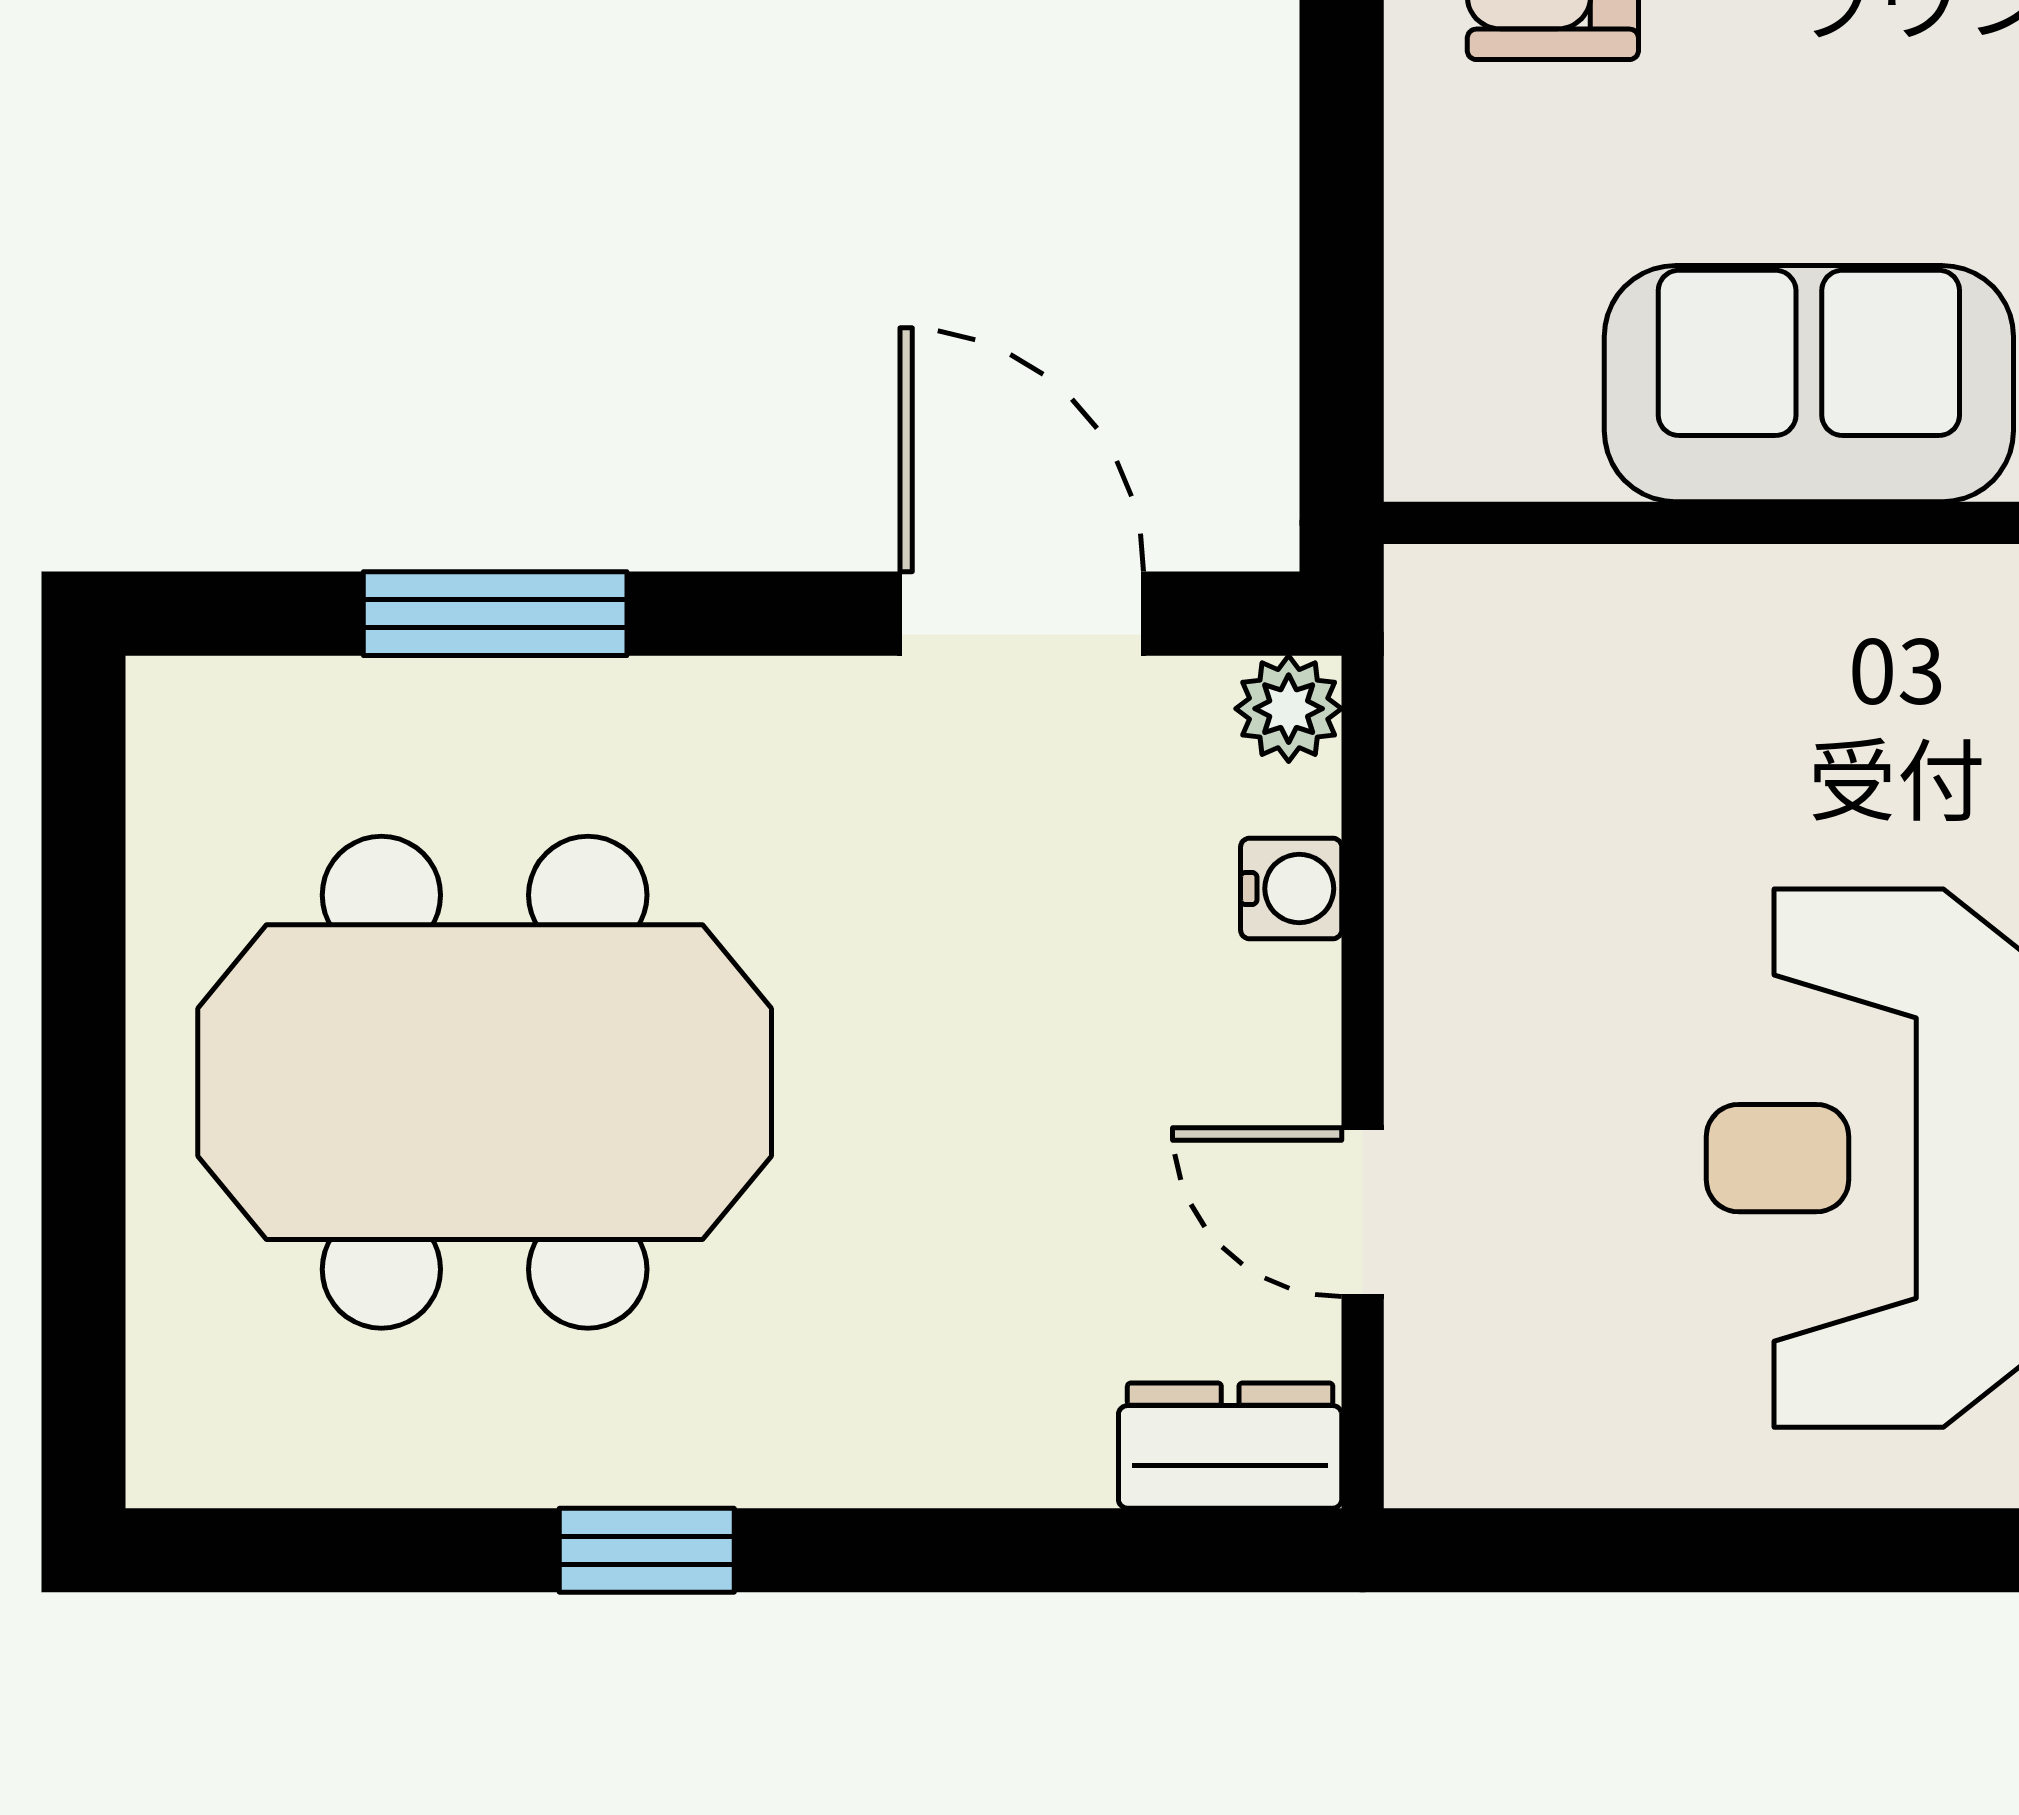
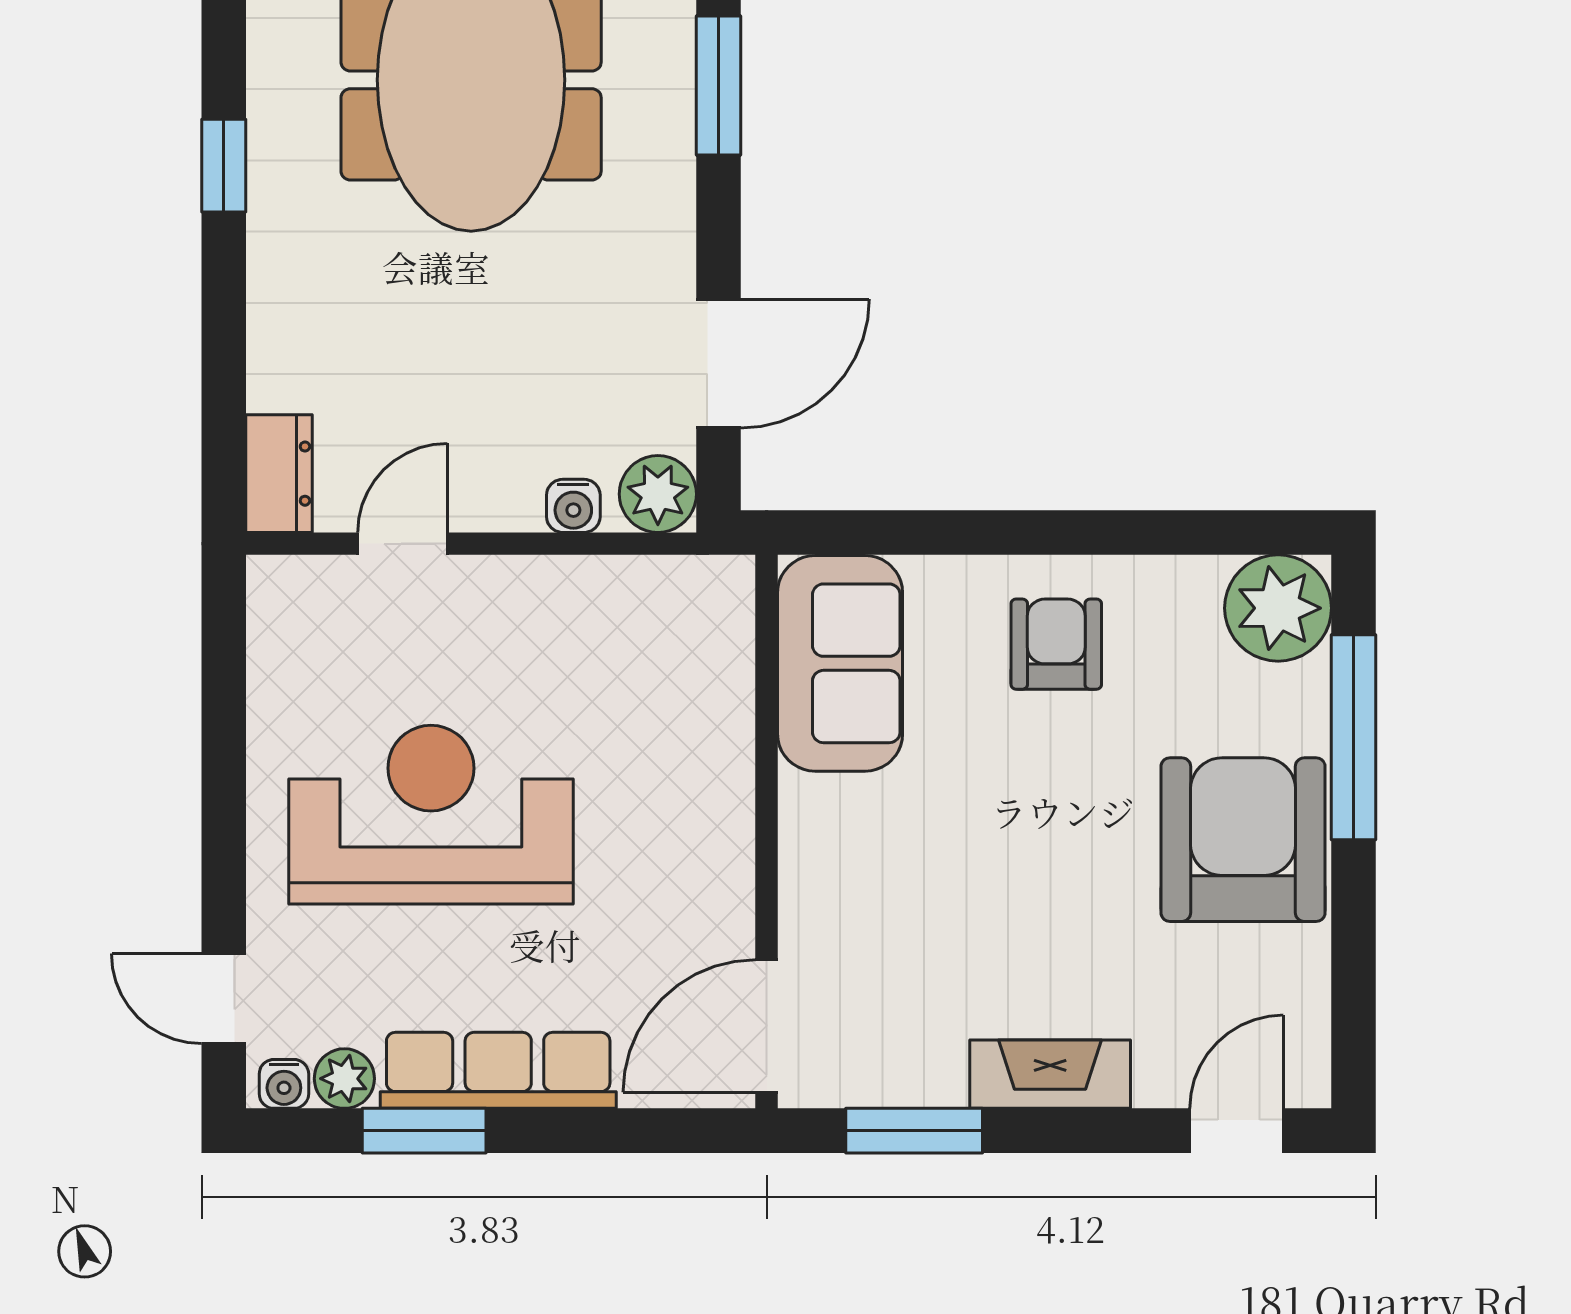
sofa: (1809, 384) -> (840, 663), moved
plant: (1289, 709) -> (658, 494), width x1.38, depth x1.38

